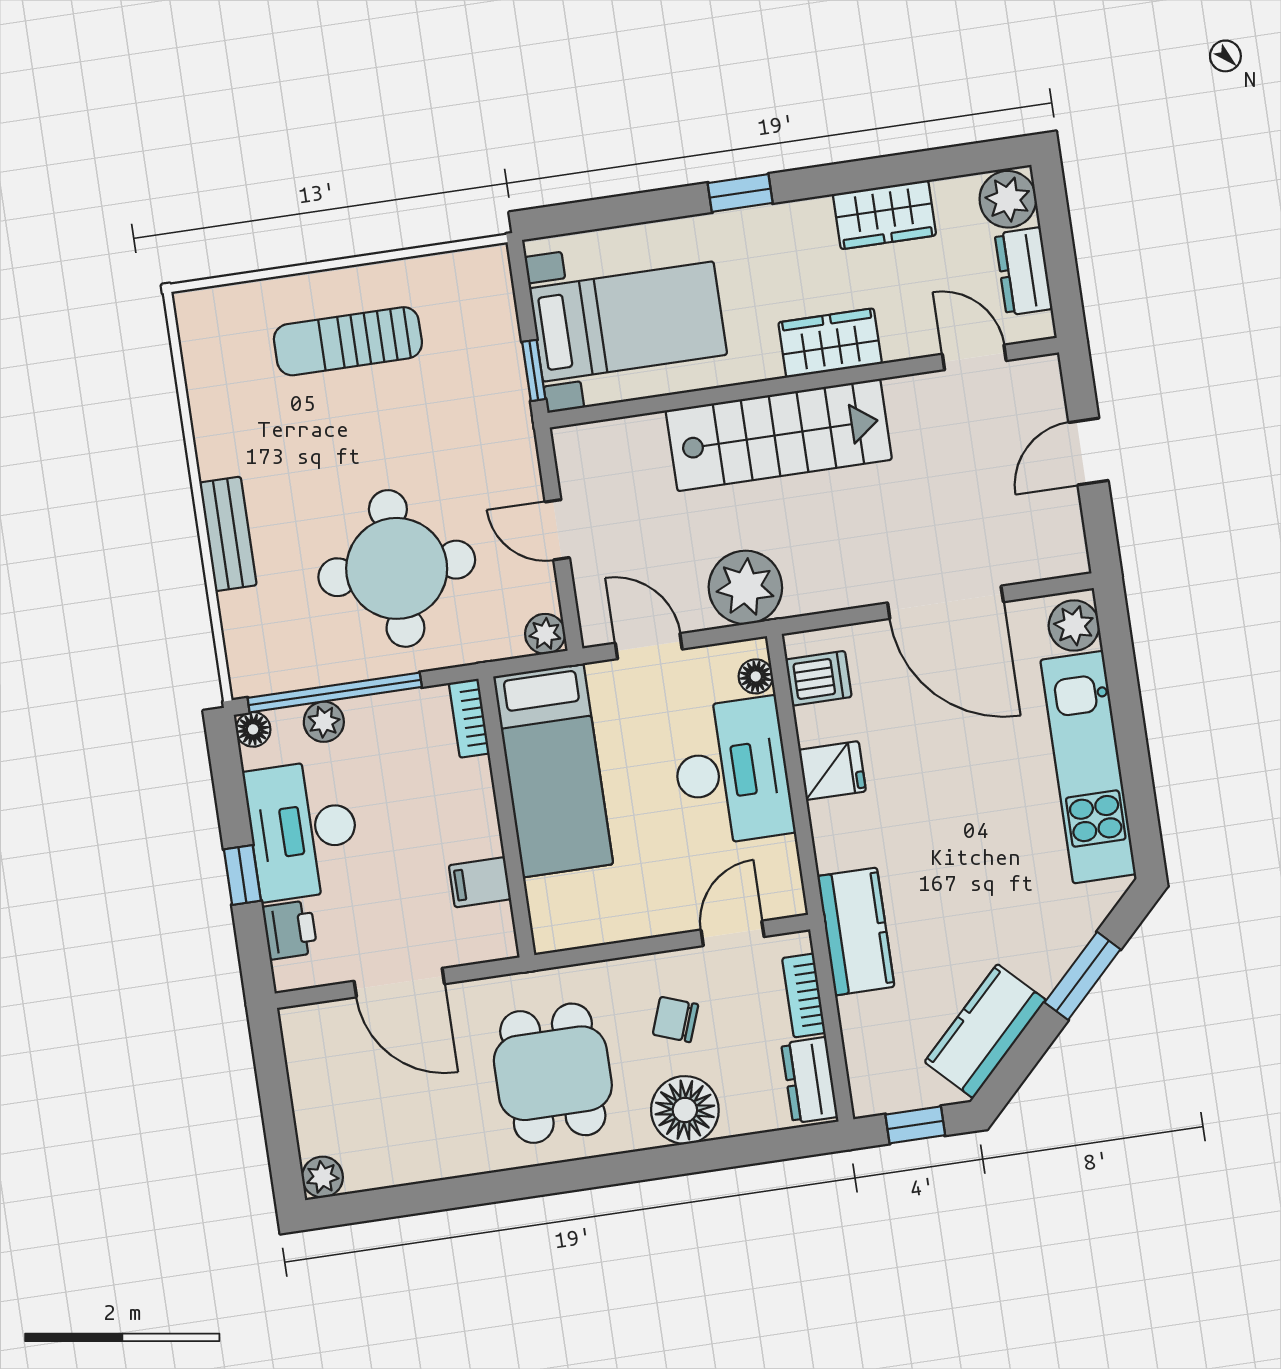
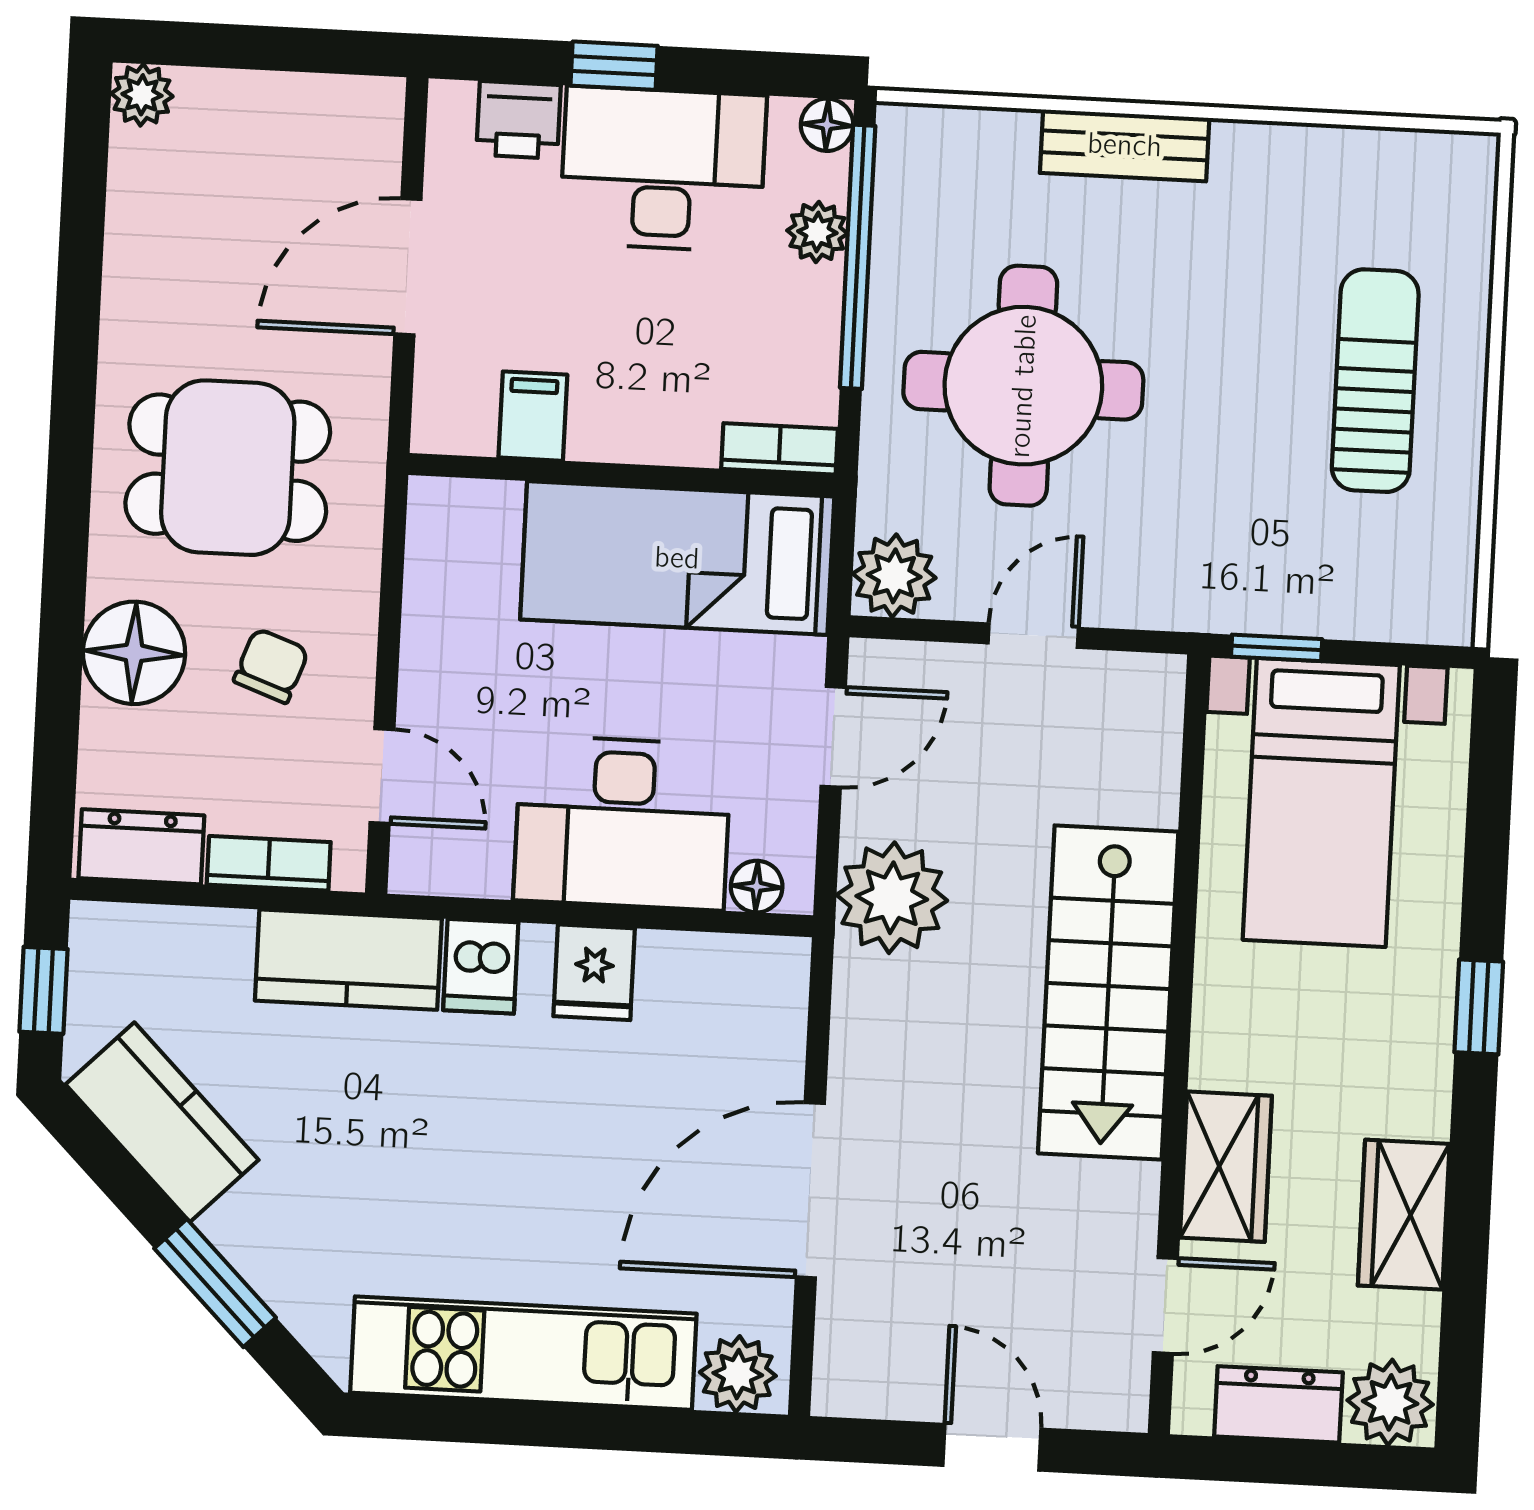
wardrobe: (830, 343) -> (1226, 1167), moved
plant: (545, 634) -> (894, 576), width x1.38, depth x1.38
dishwasher: (818, 678) -> (481, 966), moved

